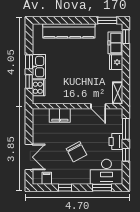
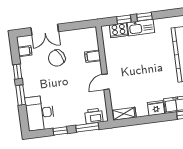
door: (98, 106) -> (106, 82), moved
filing cabinet: (60, 115) -> (93, 56), width x0.50
printer: (116, 142) -> (94, 116), moved
chair: (76, 152) -> (57, 58), moved
window: (102, 188) -> (21, 95), moved

